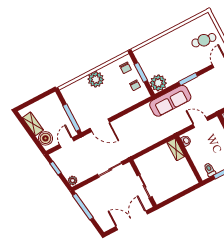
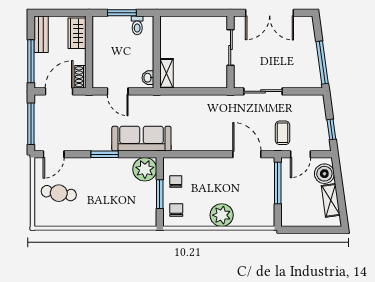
coffee table: (85, 150) -> (283, 133), added
plant: (73, 181) -> (318, 102), removed

